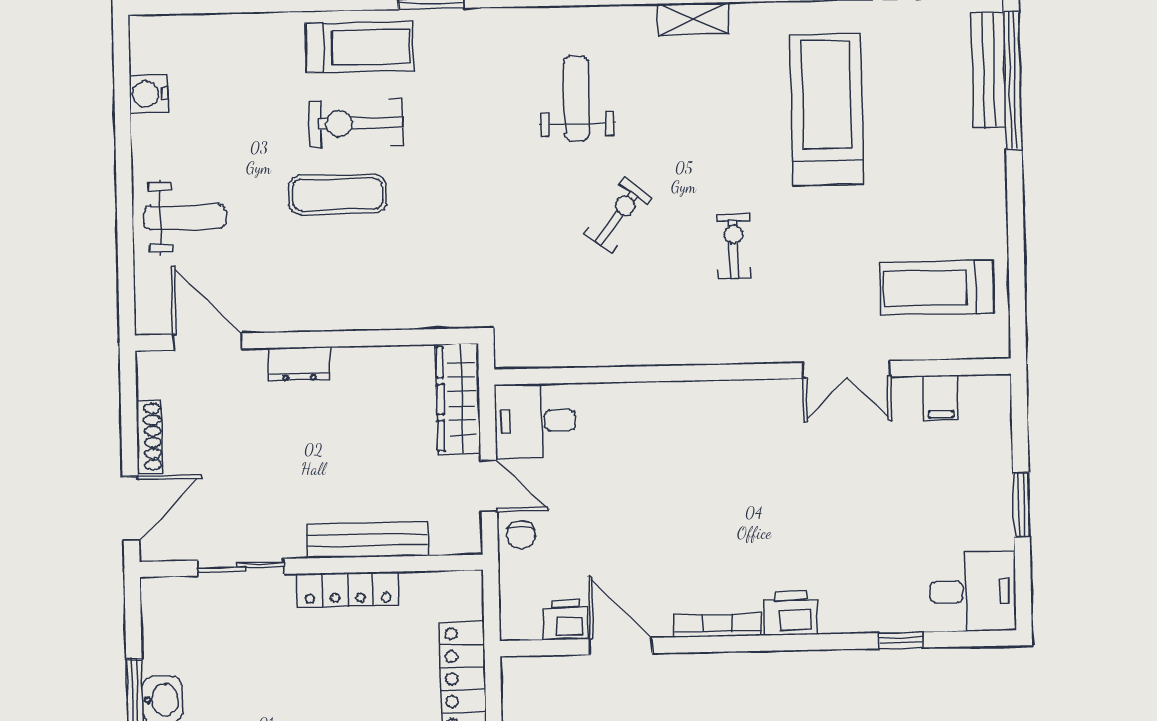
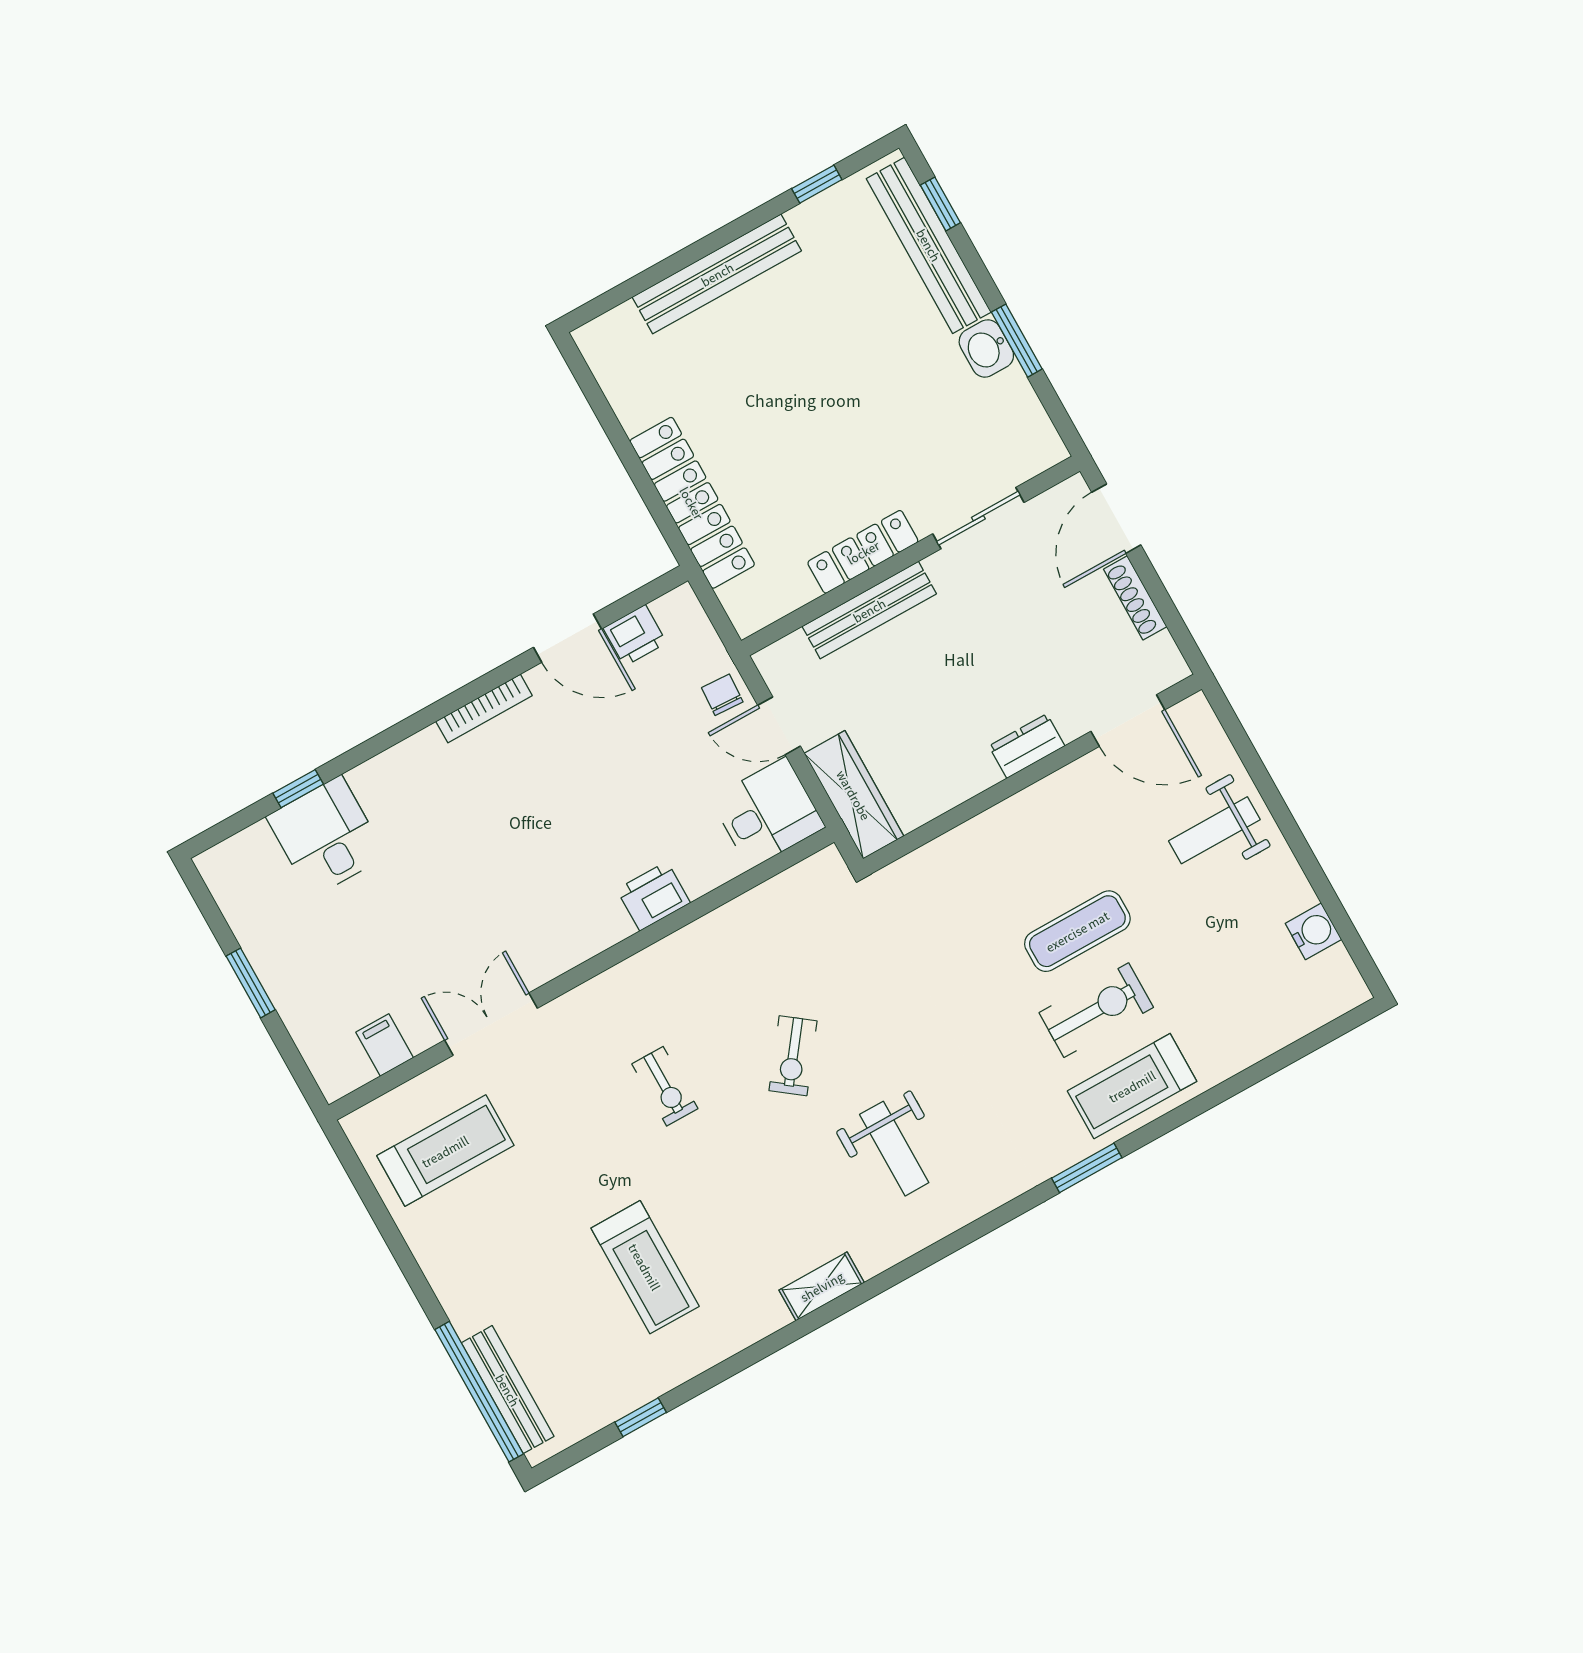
treadmill: (827, 109) -> (645, 1267), width x0.73, depth x0.73
desk: (973, 592) -> (326, 836), moved, turned 90
printer: (791, 613) -> (653, 896), moved, turned 180

